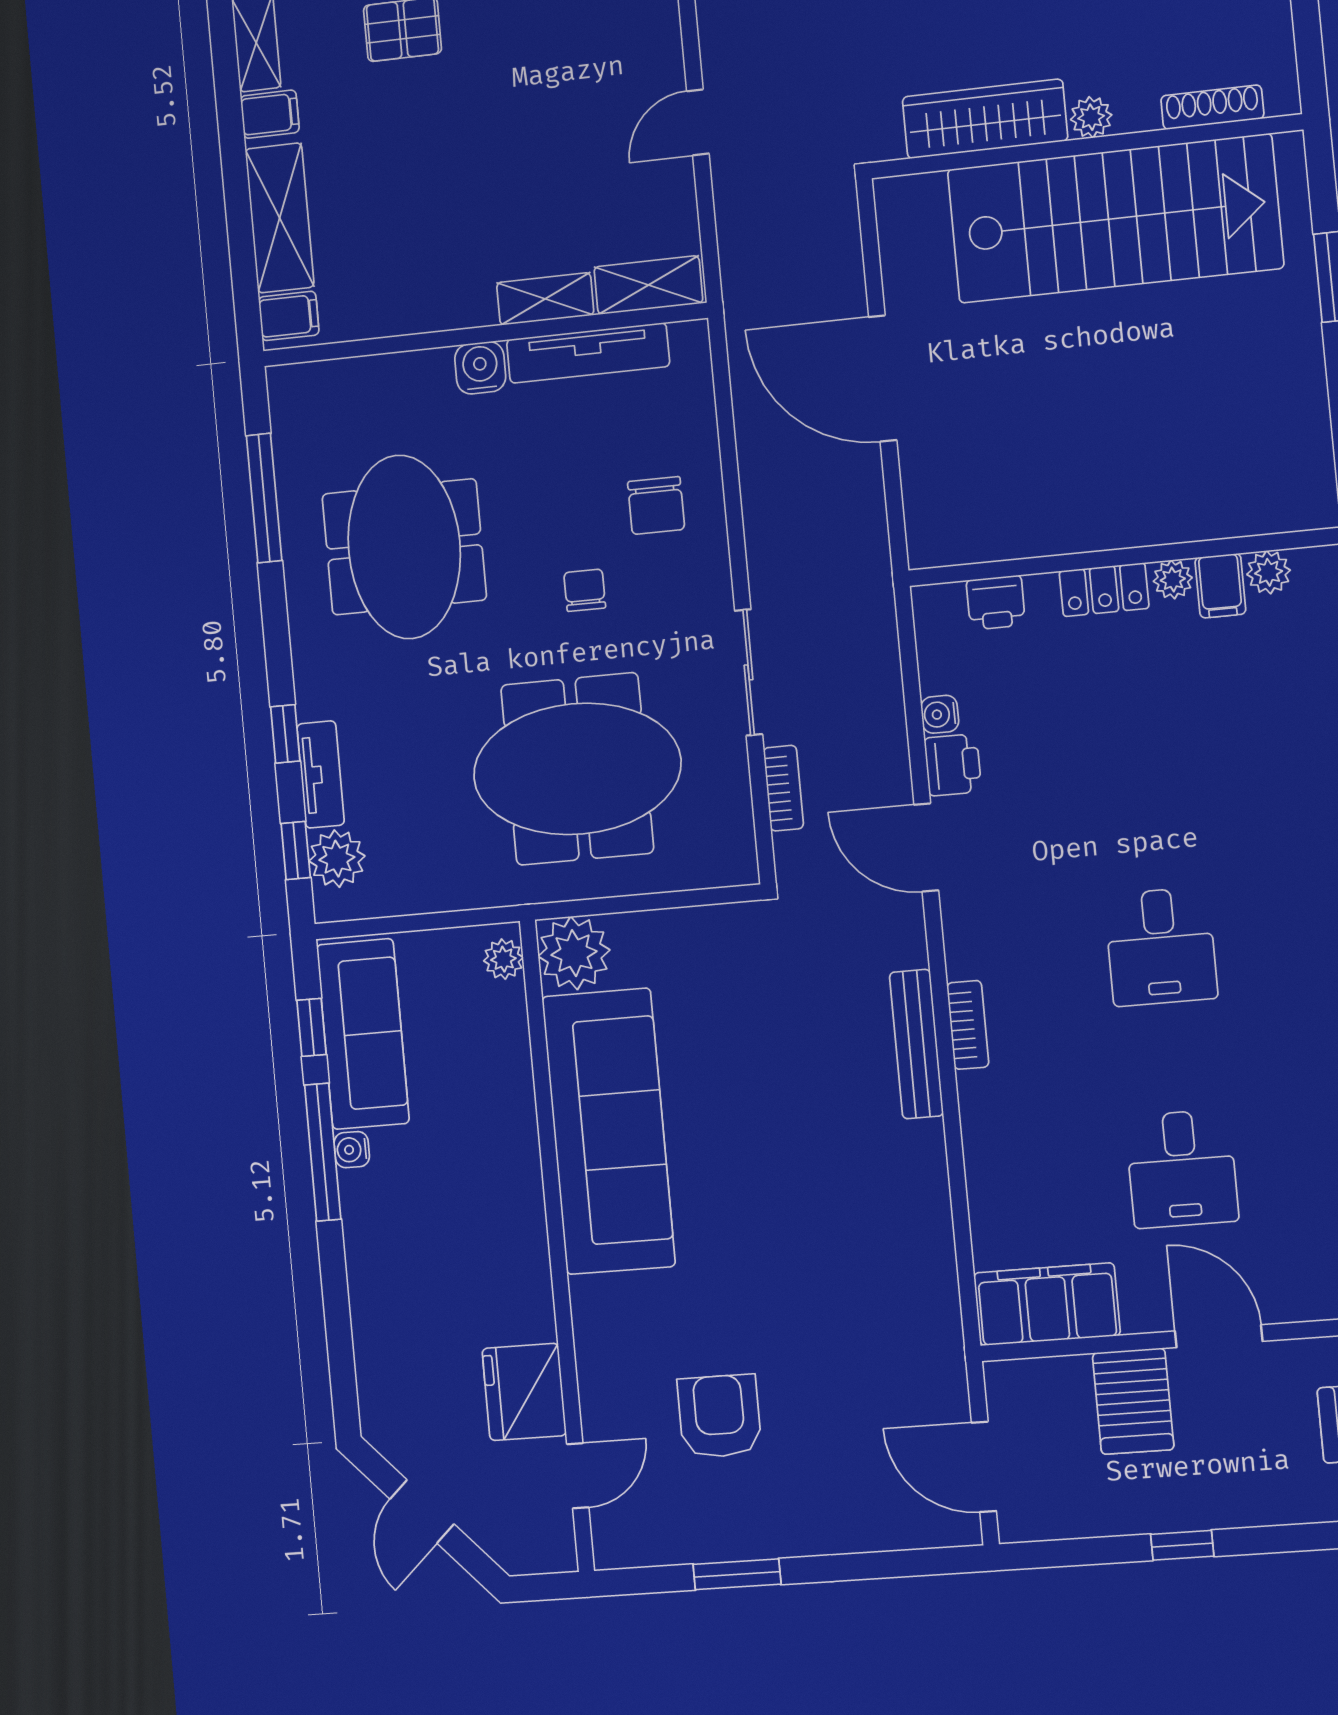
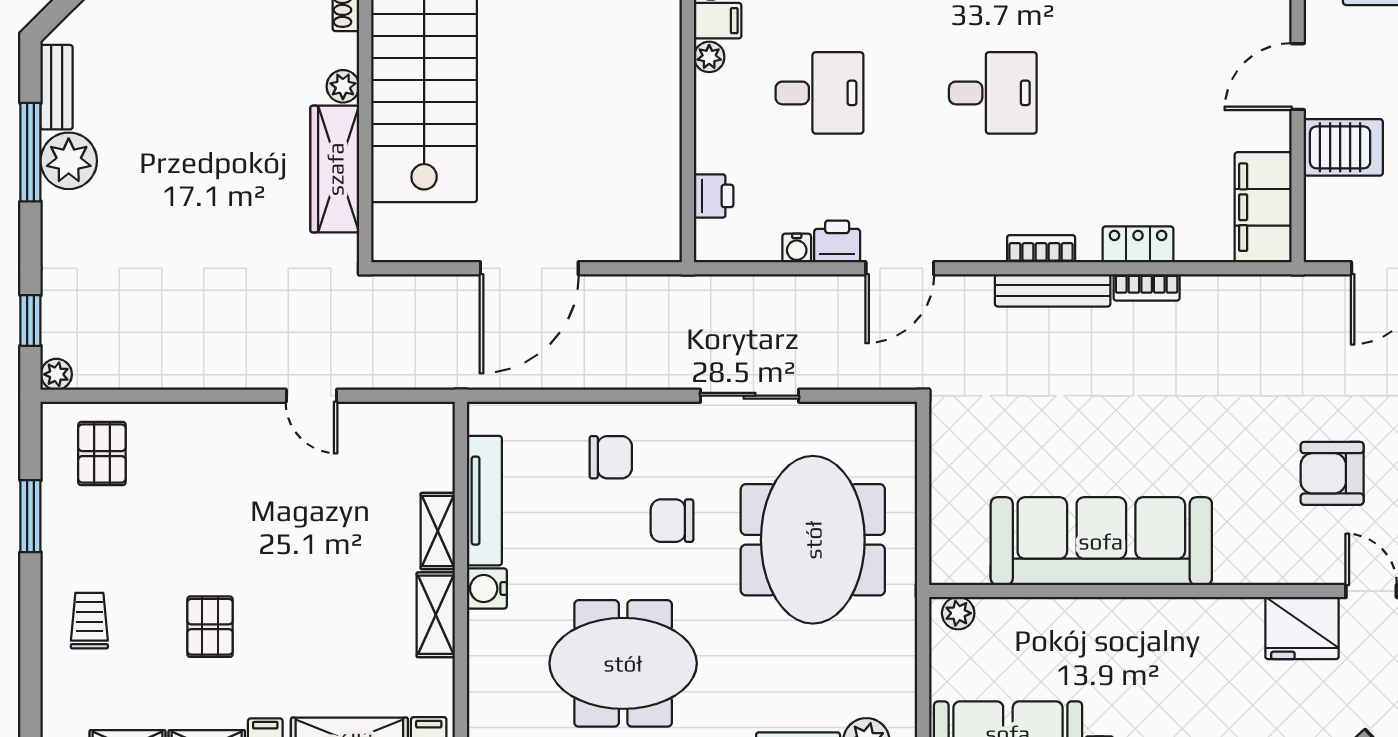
shelving: (648, 285) -> (436, 615), moved
chair: (585, 590) -> (672, 521), width x1.37, depth x1.37
locker: (1104, 590) -> (1138, 244), moved, turned -90
bookcase: (783, 788) -> (1147, 287), moved, turned 180
plant: (574, 953) -> (958, 556), removed
desk: (1182, 1169) -> (819, 93), moved

